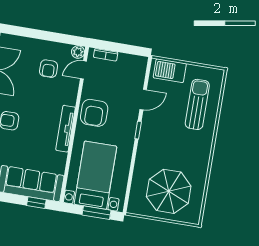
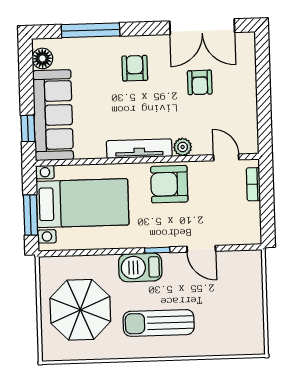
plant: (78, 52) -> (183, 147), moved
armchair: (49, 69) -> (200, 82), moved, turned -90
barbecue: (170, 71) -> (140, 267), moved, turned -90
sun lounger: (197, 104) -> (159, 323), moved, turned 180

